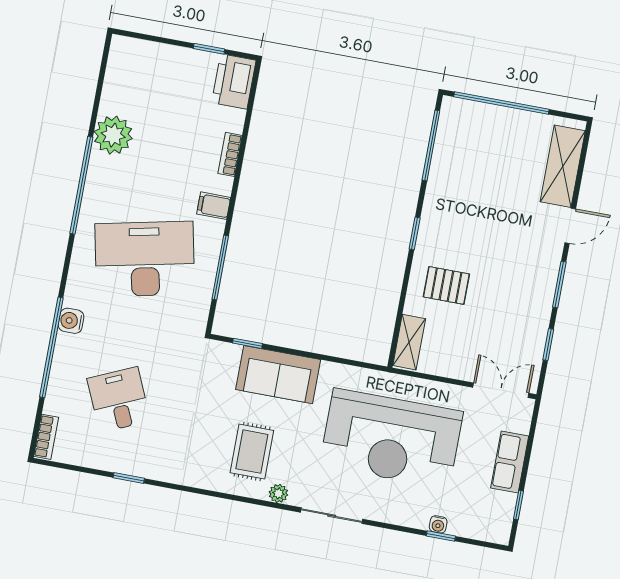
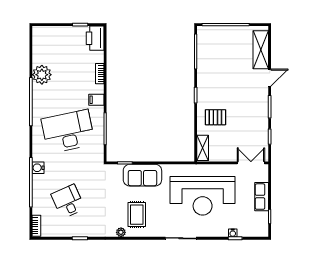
plant: (278, 493) -> (121, 232), moved

